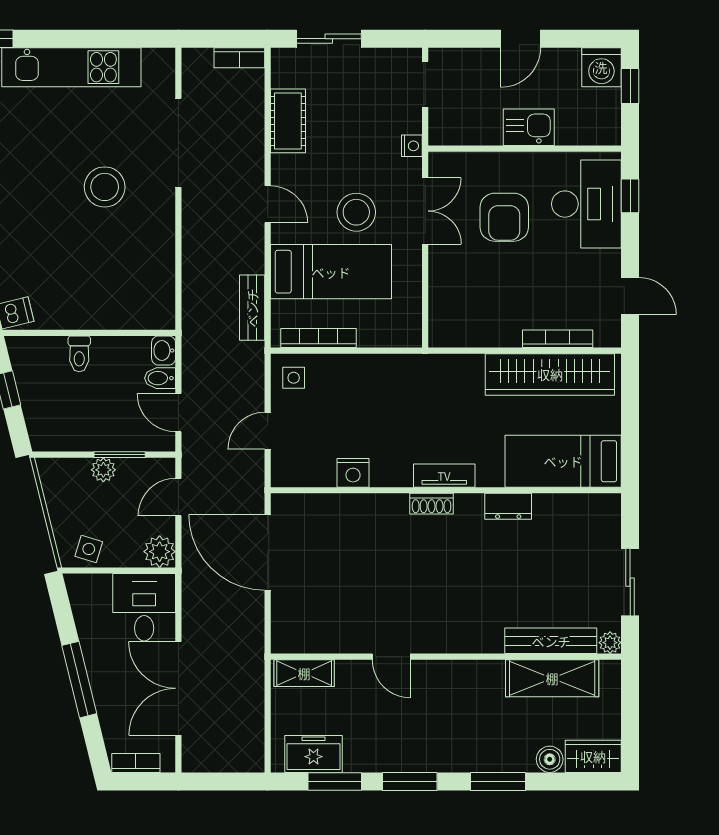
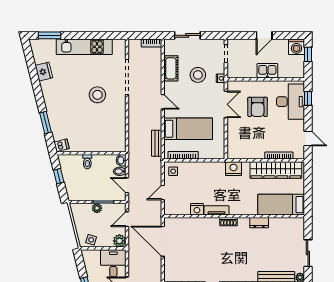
stool: (356, 212) -> (198, 75), moved
nightstand: (444, 371) -> (233, 169), added
tv unit: (444, 476) -> (217, 210), moved

